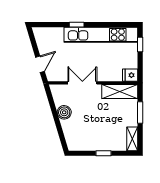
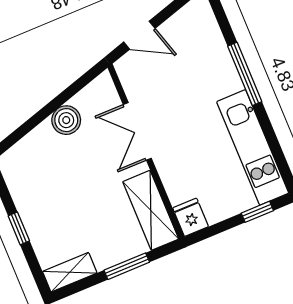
window: (77, 25) -> (245, 74), width x2.17
kitchen unit: (101, 35) -> (253, 147), width x0.73
double door: (82, 83) -> (137, 131), swing flipped

